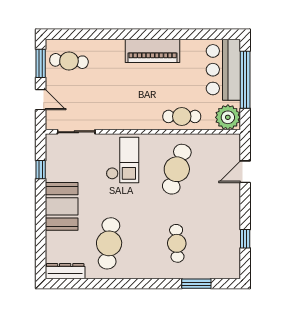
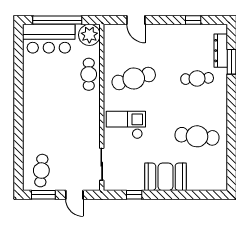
piano: (153, 51) -> (33, 99), removed
door: (41, 100) -> (74, 195), swing flipped
cafe table: (177, 169) -> (134, 78), turned -33
dresser: (65, 271) -> (221, 51), moved

